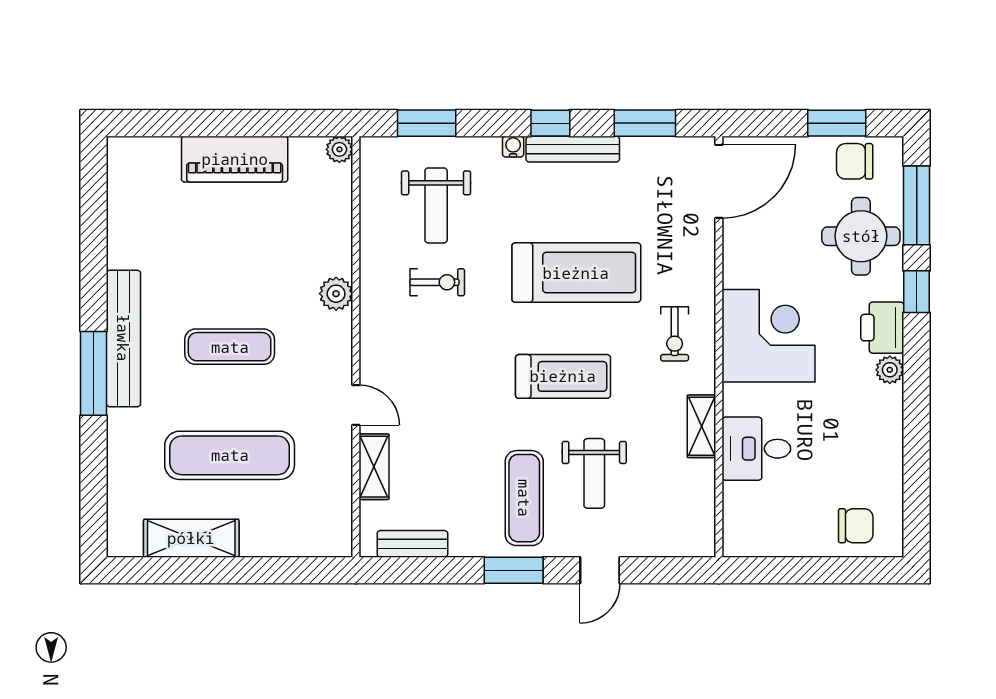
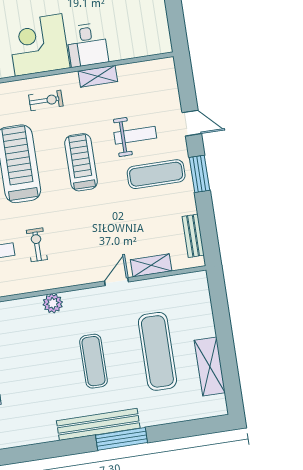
desk: (756, 449) -> (87, 45), moved

